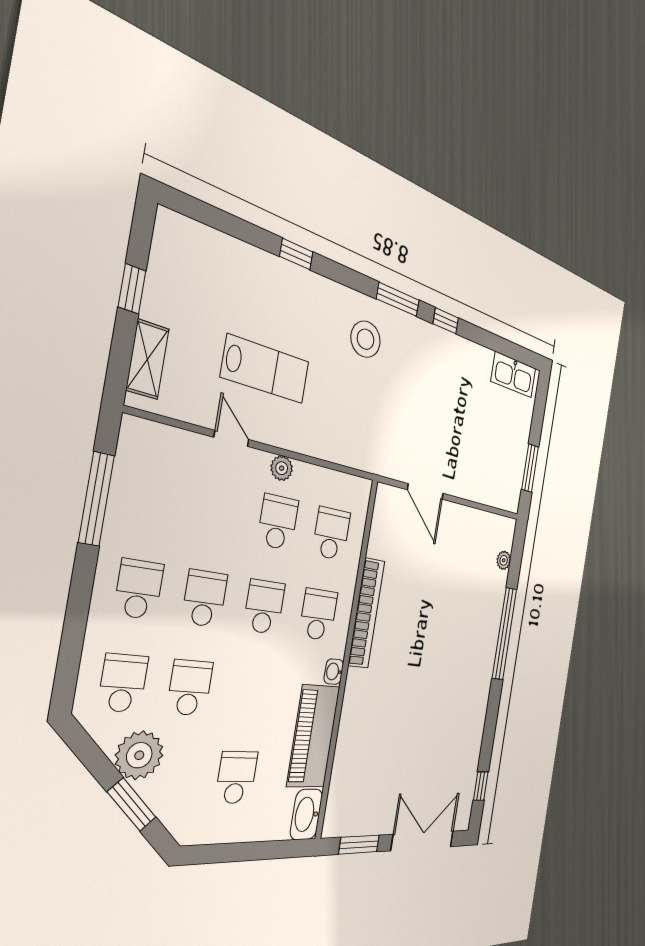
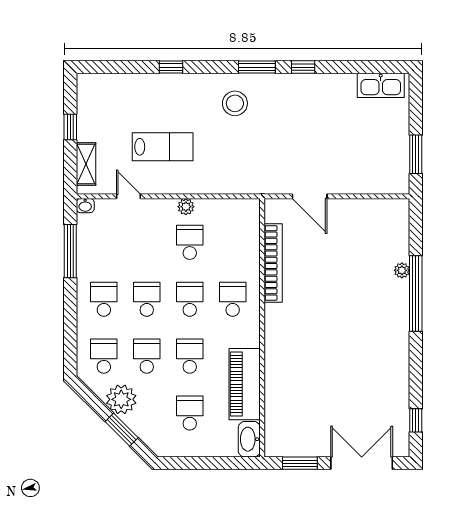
door: (231, 438) -> (128, 196), moved
school desk: (331, 534) -> (190, 356), moved
plant: (504, 560) -> (402, 270), moved
bookcase: (366, 613) -> (273, 263), moved
washbasin: (334, 672) -> (85, 206), moved, turned -90

